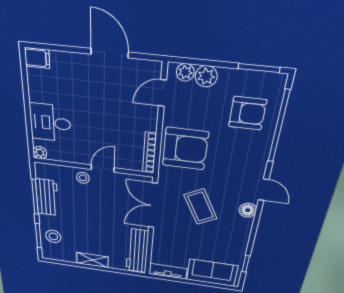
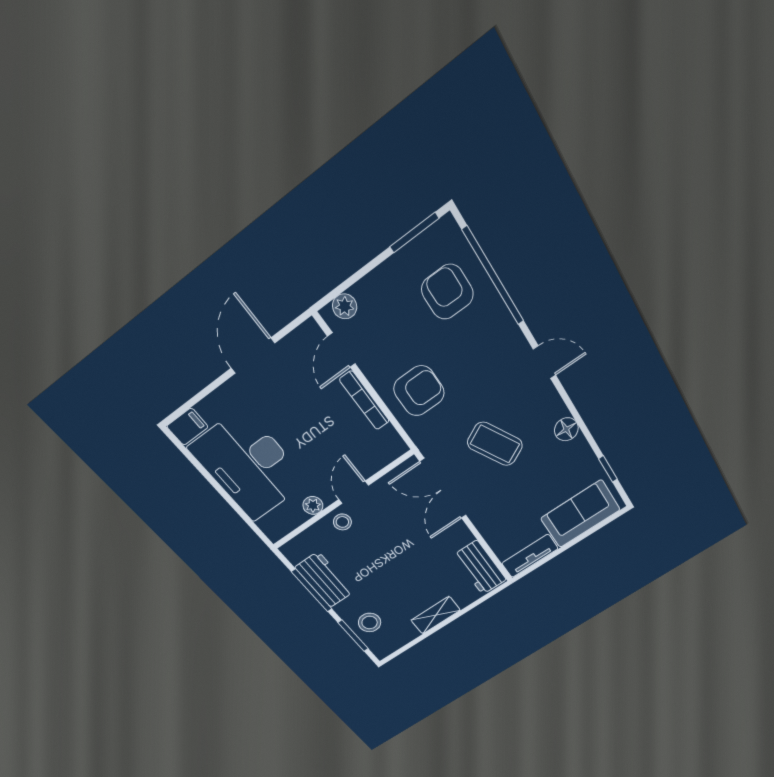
door: (110, 53) -> (253, 356), hinge flipped
plant: (206, 76) -> (369, 291), removed
armchair: (247, 113) -> (447, 292), turned -90
desk: (50, 123) -> (249, 465), width x1.87, depth x1.30
armchair: (185, 149) -> (419, 391), width x0.73, depth x0.73
plant: (40, 153) -> (313, 505), moved
bookcase: (149, 153) -> (365, 400), moved
floor lamp: (248, 210) -> (566, 429), moved
workbench: (137, 251) -> (480, 568), width x0.73

